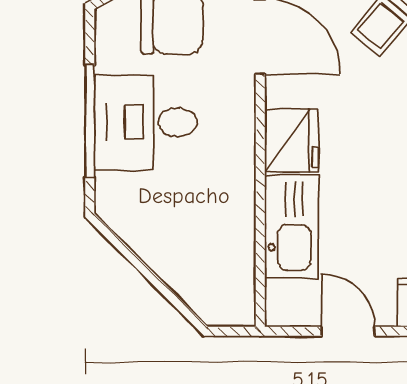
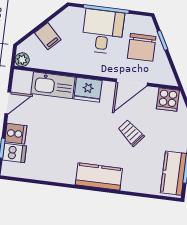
filing cabinet: (174, 255) -> (48, 36), added
plant: (239, 310) -> (22, 60), added

